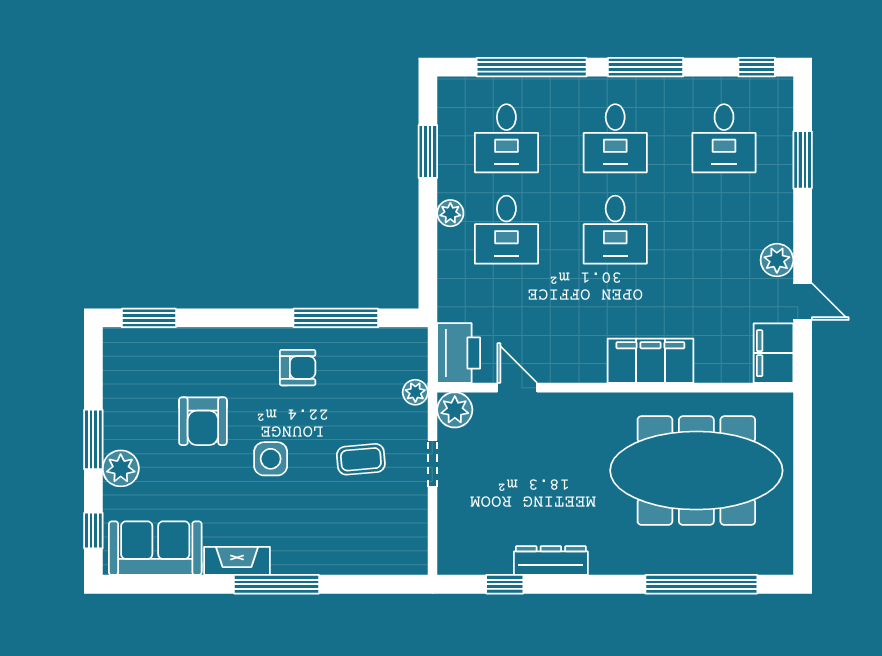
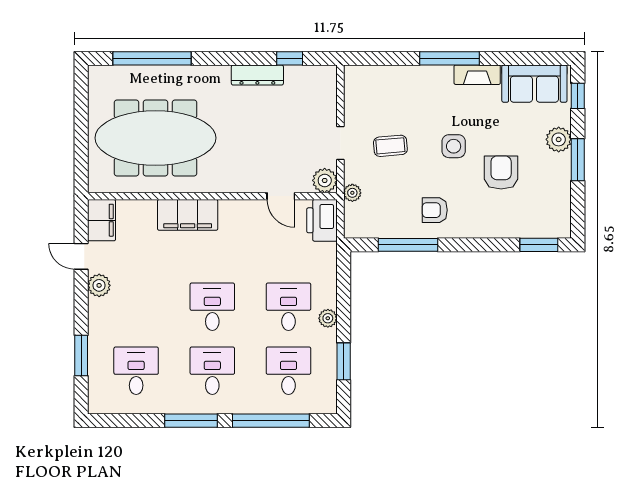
window: (757, 67) -> (113, 421), removed

